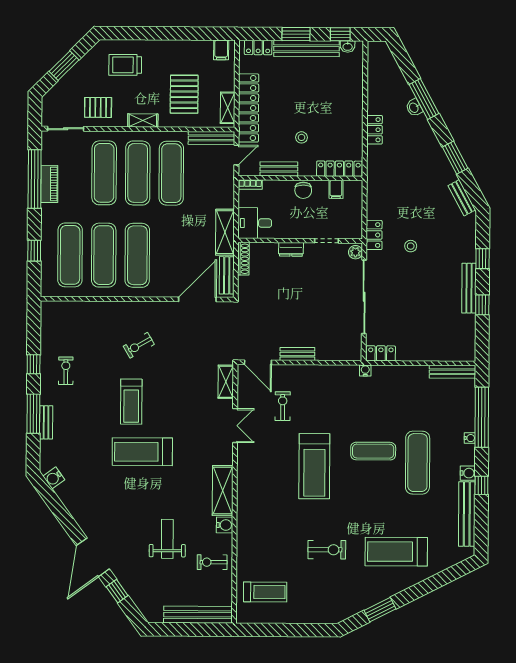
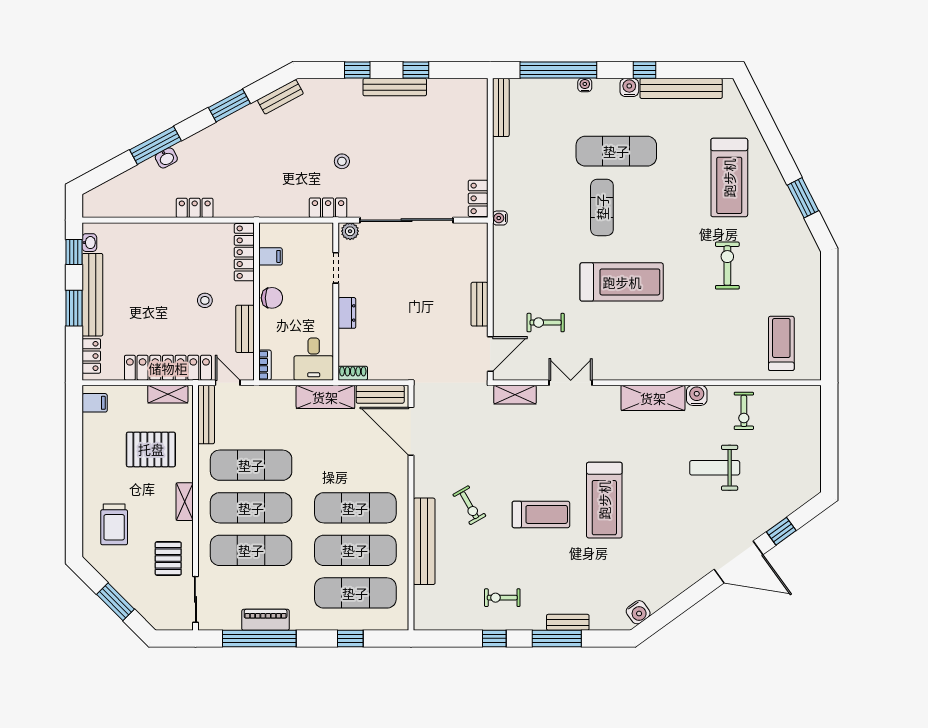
shoe rack: (243, 259) -> (353, 373), width x0.70
bench: (198, 615) -> (424, 541), moved

